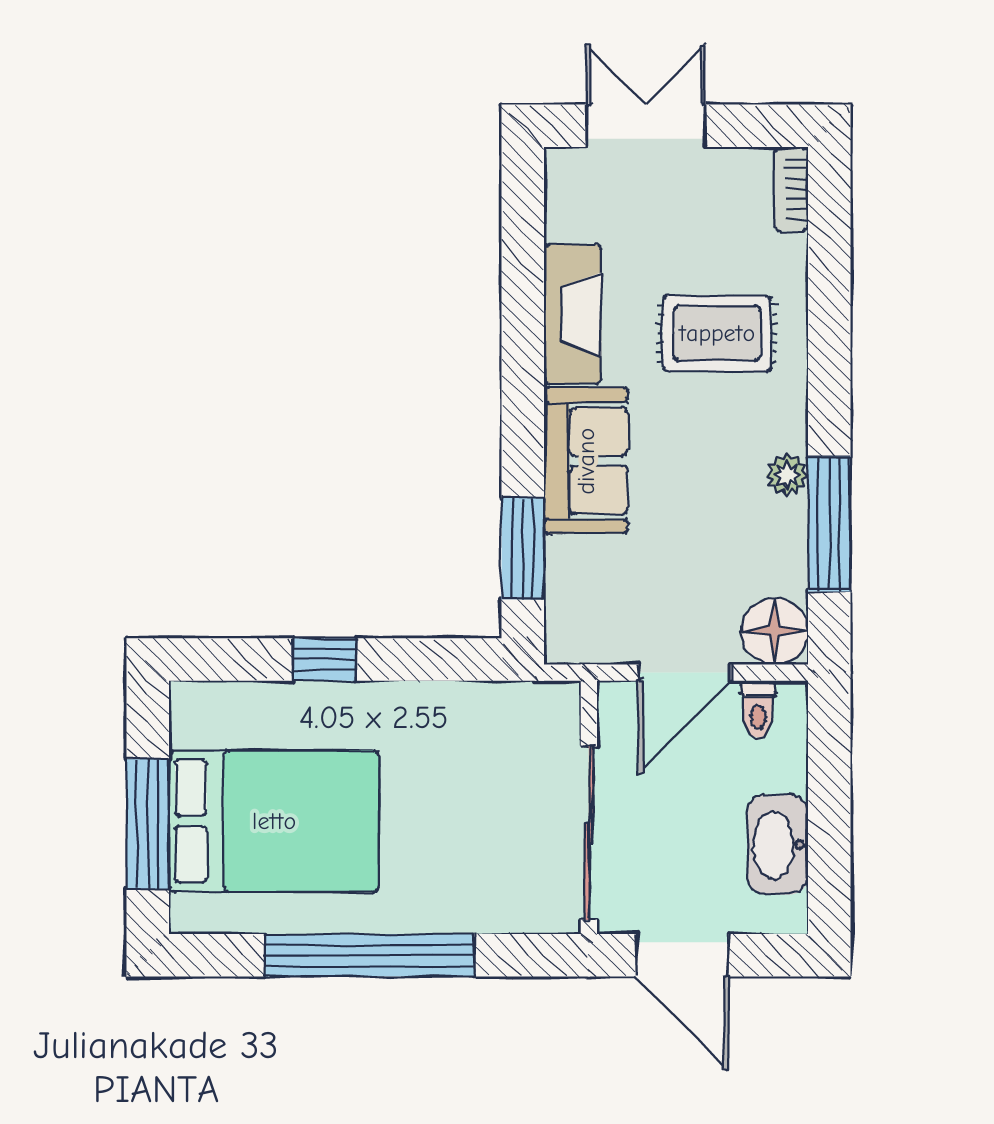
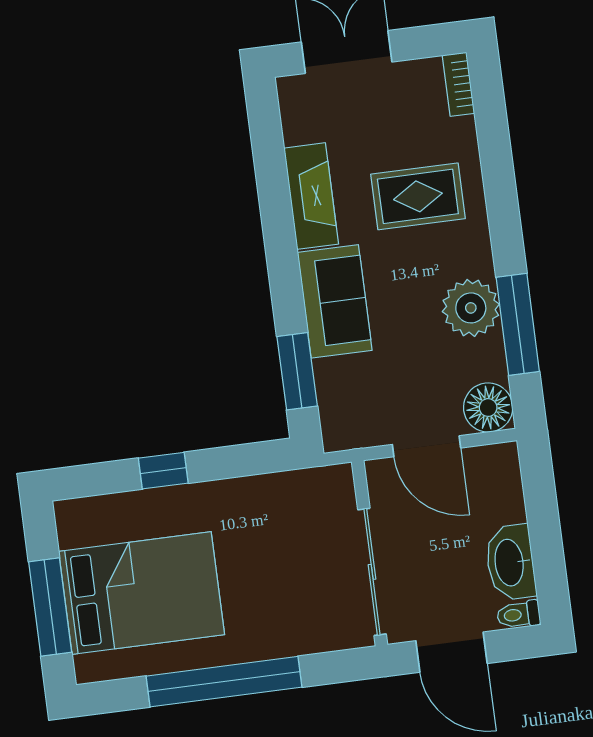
plant: (787, 475) -> (471, 308), width x1.88, depth x1.88
door: (685, 673) -> (427, 446), hinge flipped
toilet: (758, 709) -> (519, 615), moved, turned 90

